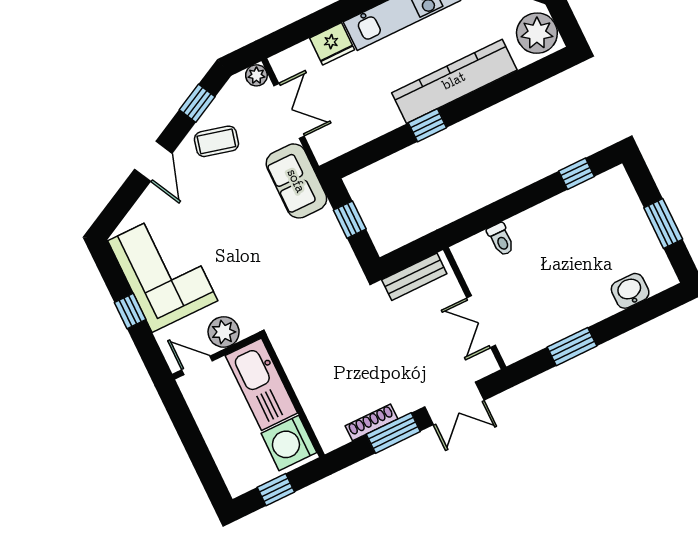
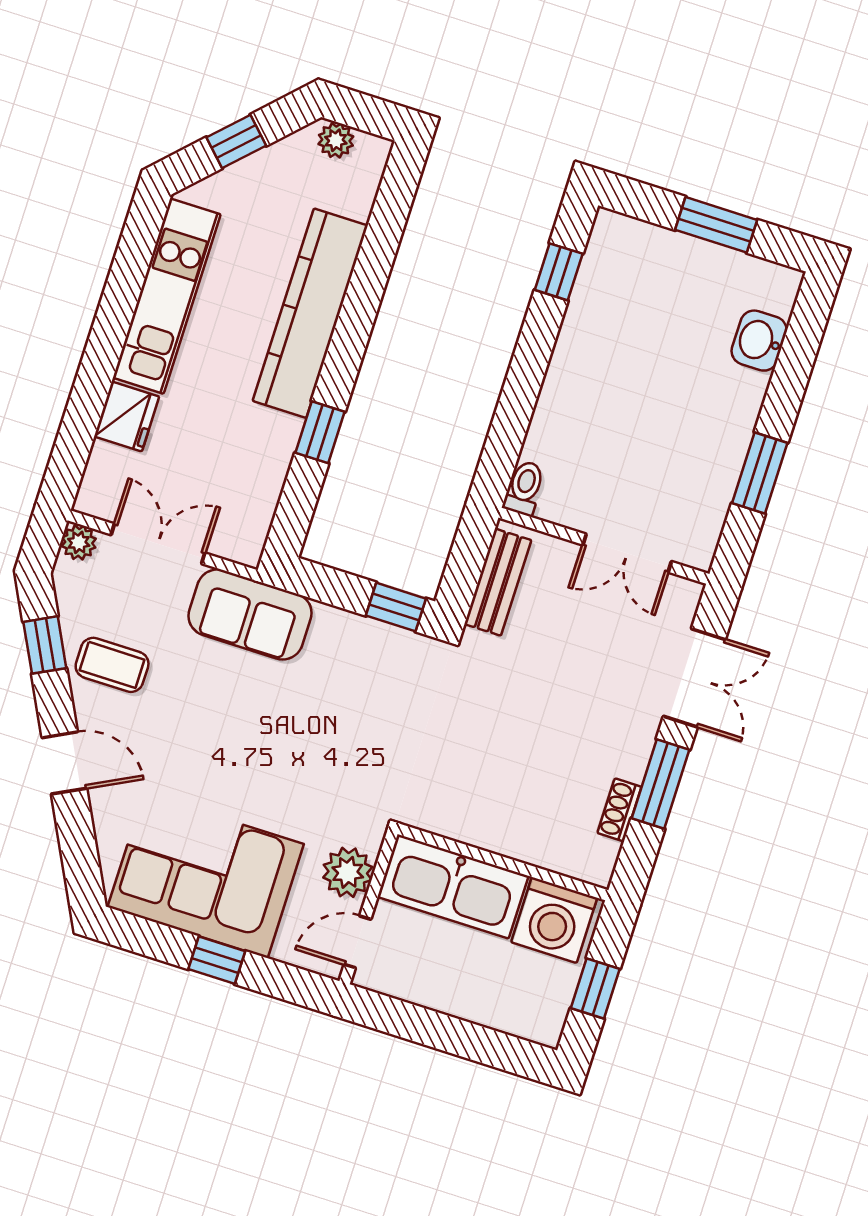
plant: (537, 33) -> (336, 140), width x0.53, depth x0.53
window: (427, 125) -> (320, 432), moved
coffee table: (216, 141) -> (112, 665), turned 76
window: (350, 220) -> (396, 607), moved
toilet: (501, 239) -> (524, 488), moved, turned -90
shoe rack: (372, 422) -> (619, 810), width x0.70

